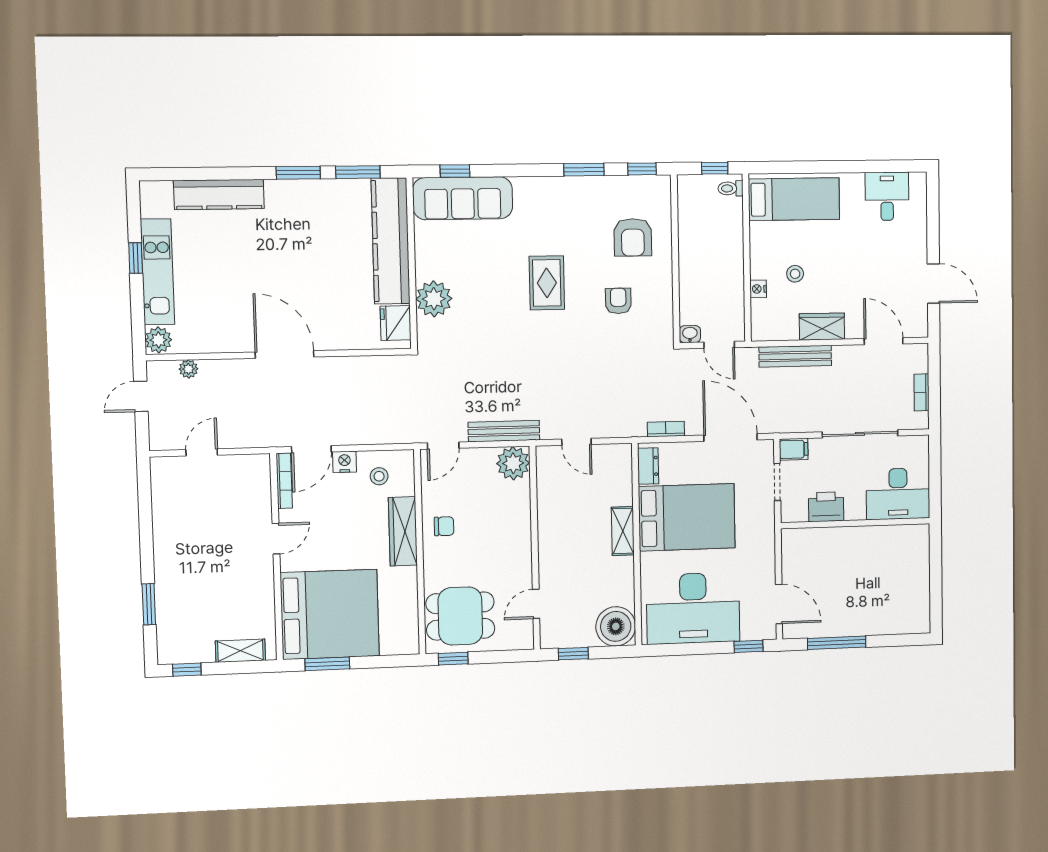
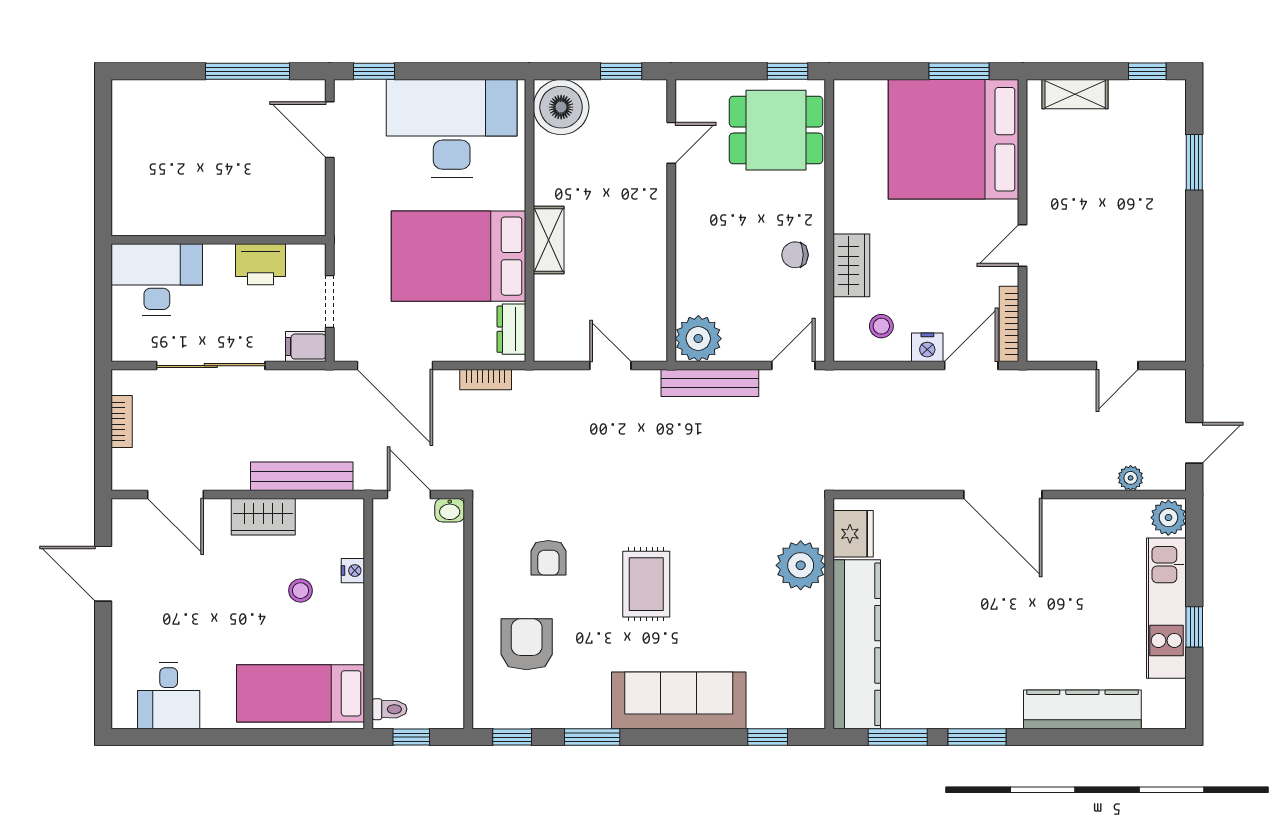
sofa: (463, 198) -> (679, 700), moved
wardrobe: (403, 531) -> (851, 265), width x0.67

